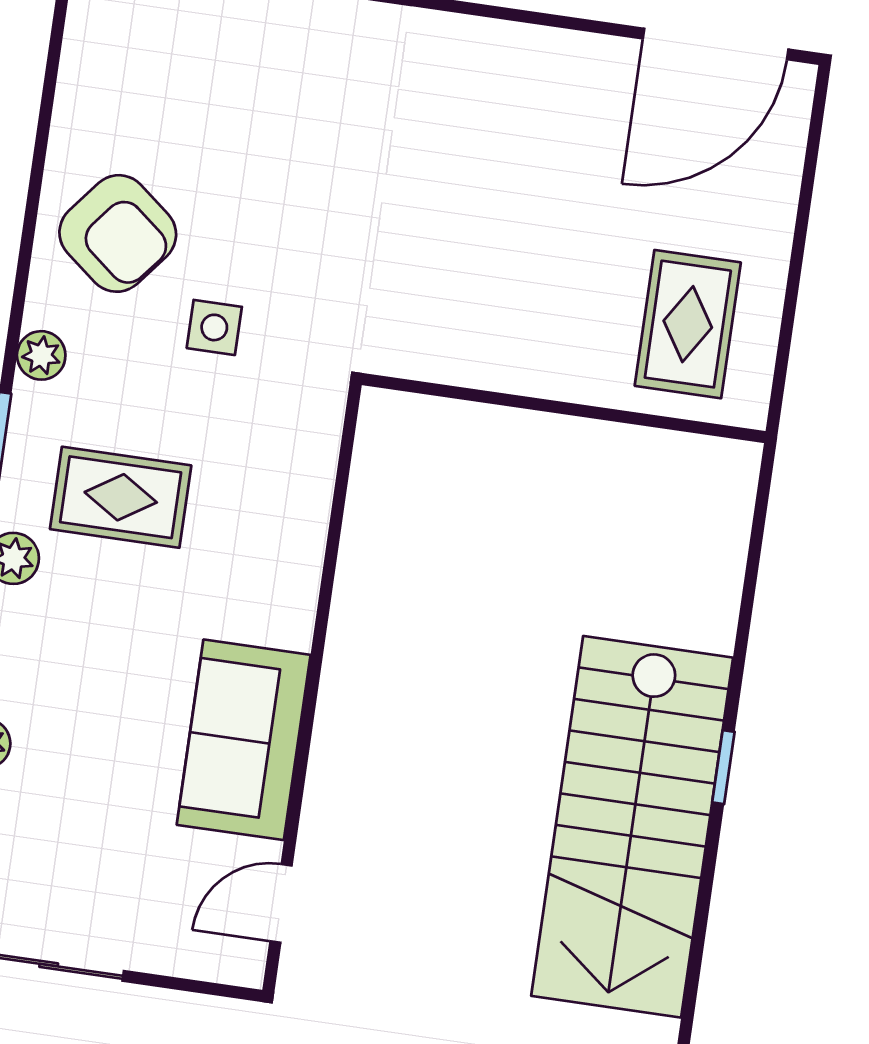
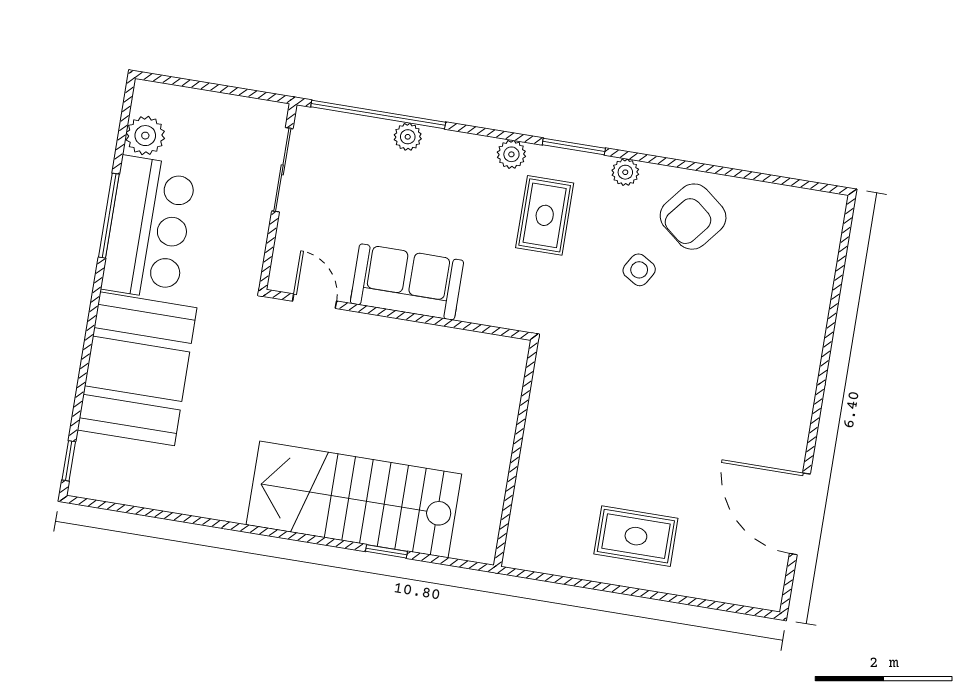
door: (716, 44) -> (800, 514), moved
side table: (214, 327) -> (639, 270), turned 31
wall: (564, 408) -> (516, 453), moved

